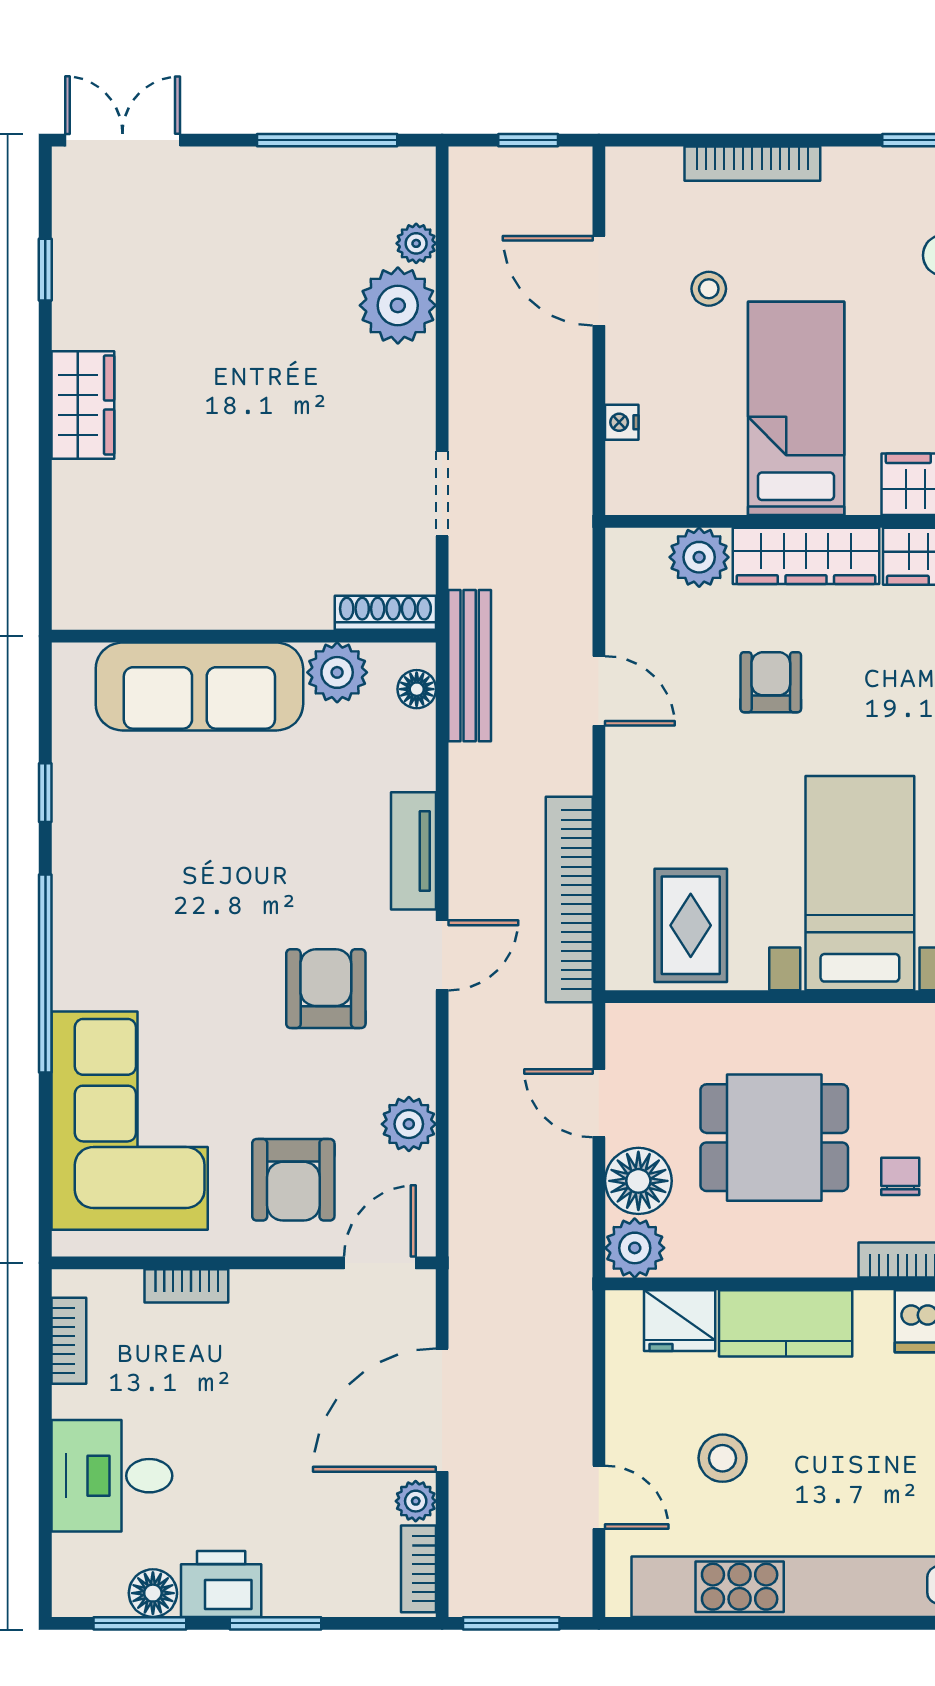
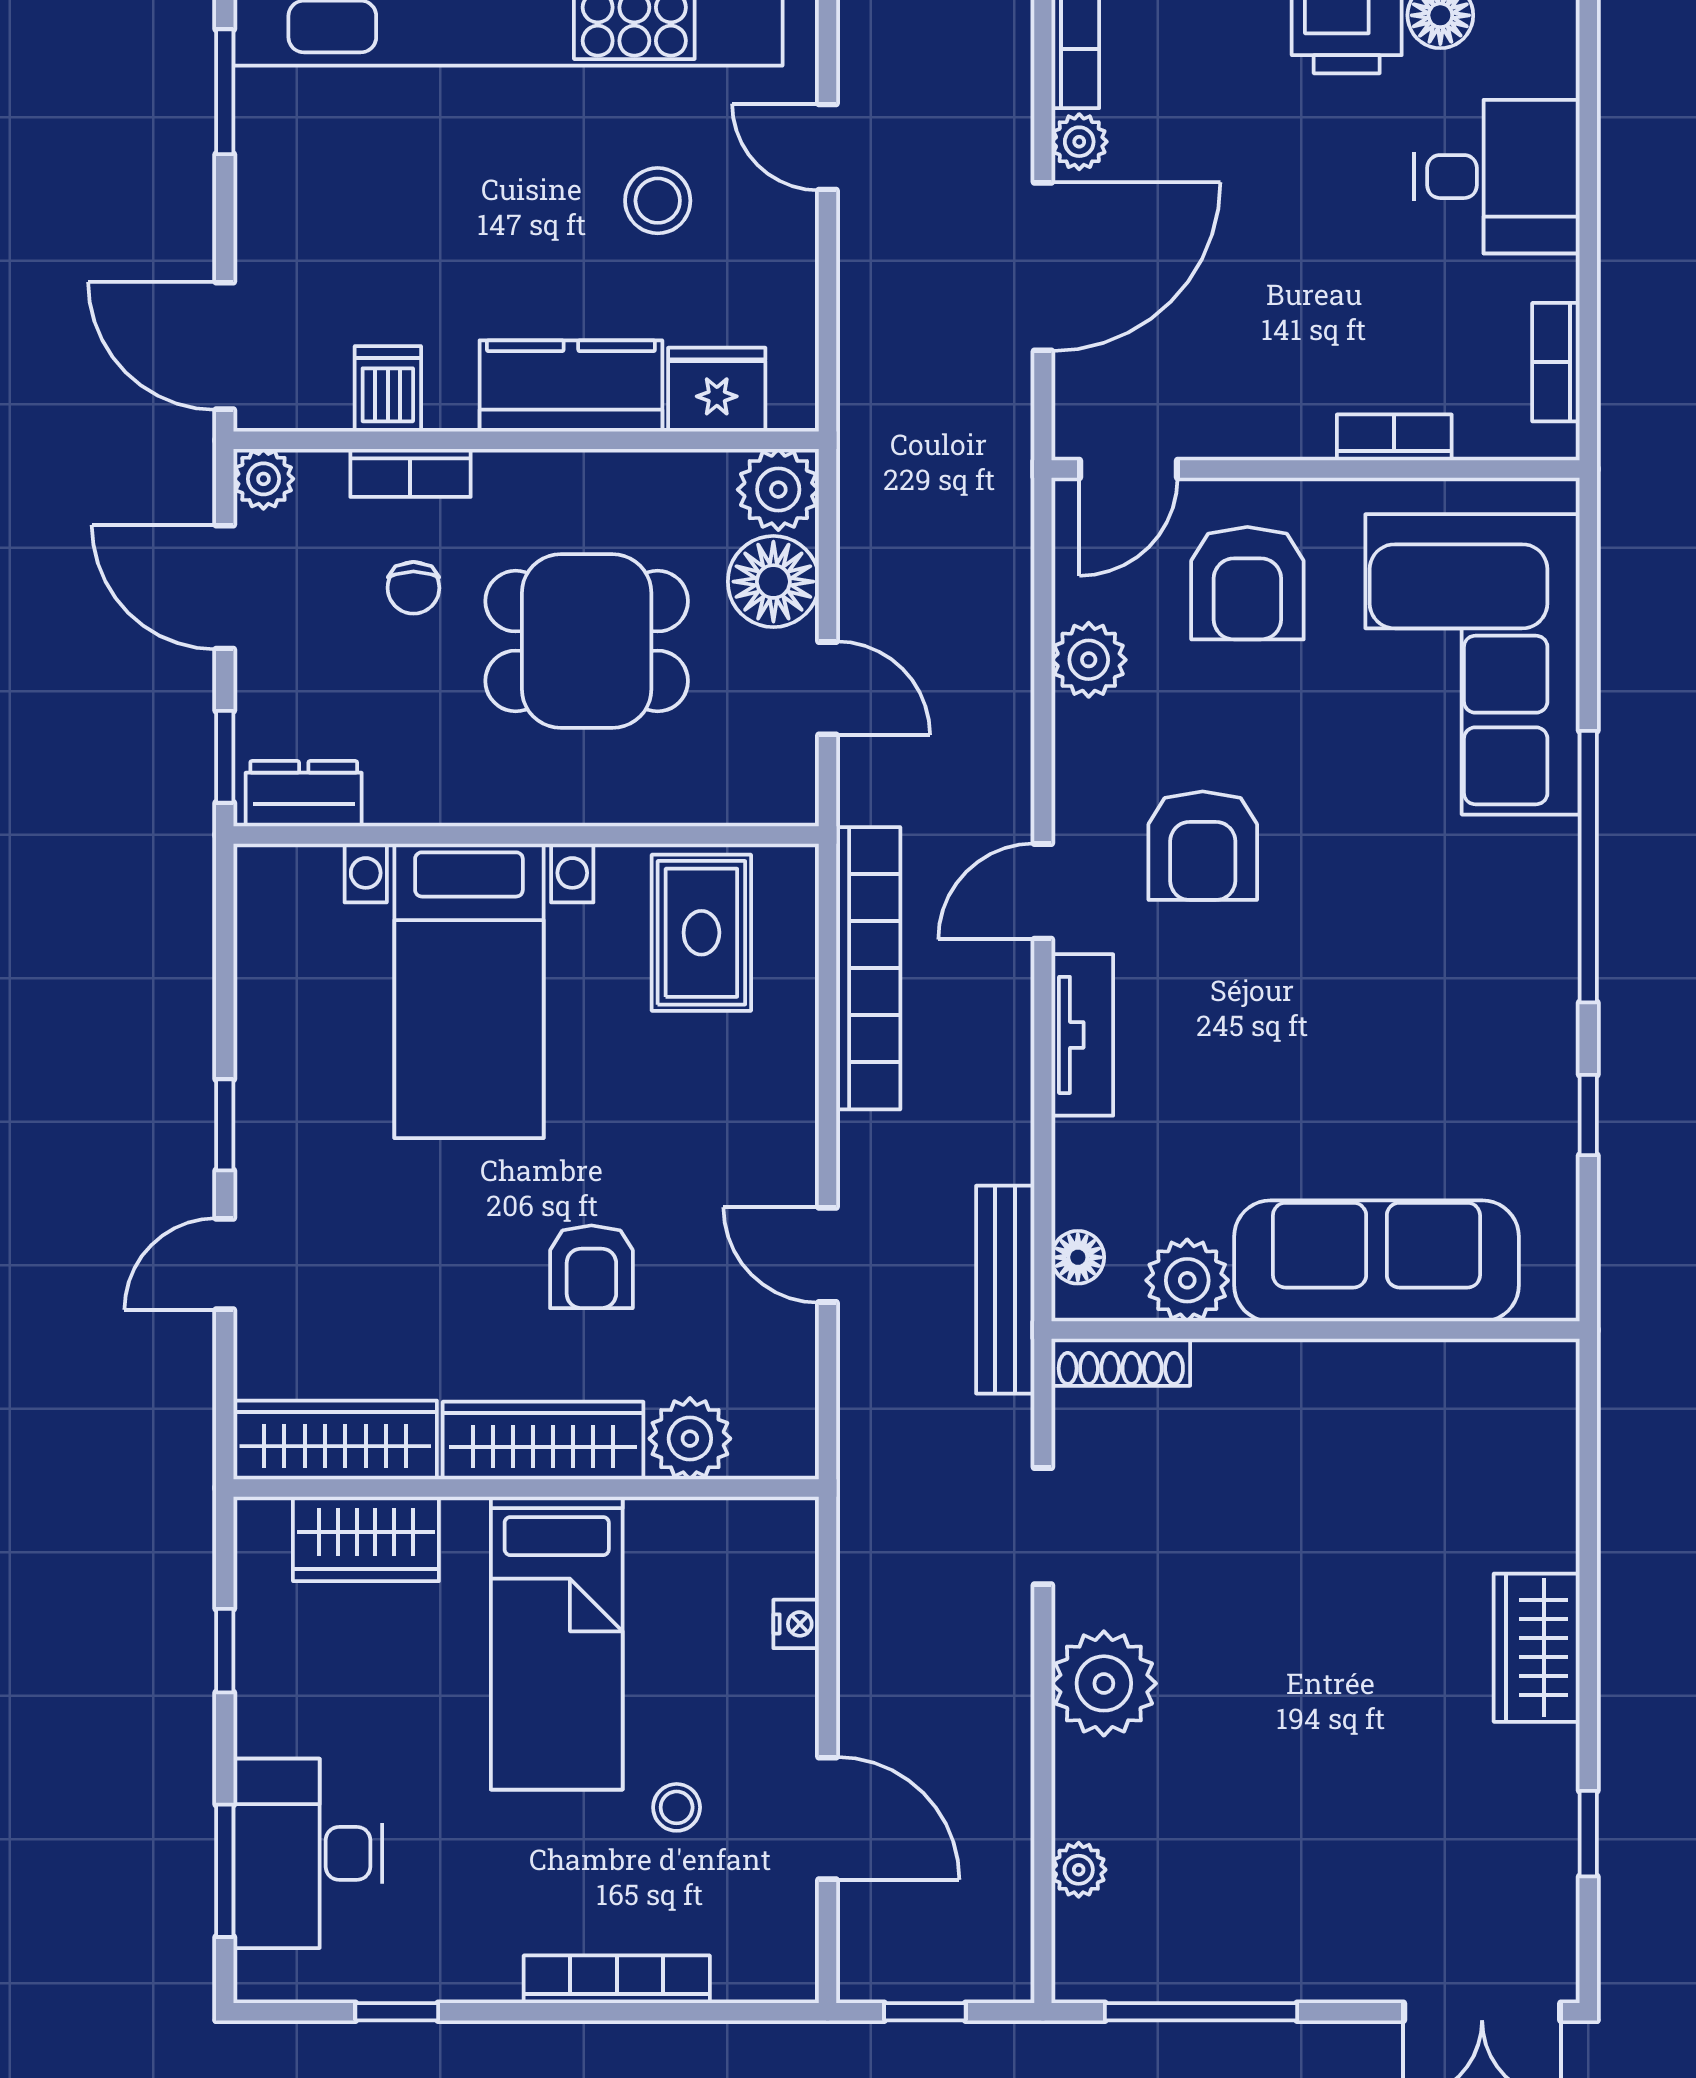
plant: (398, 305) -> (1104, 1683), moved
armchair: (293, 1180) -> (1247, 583), turned 180

